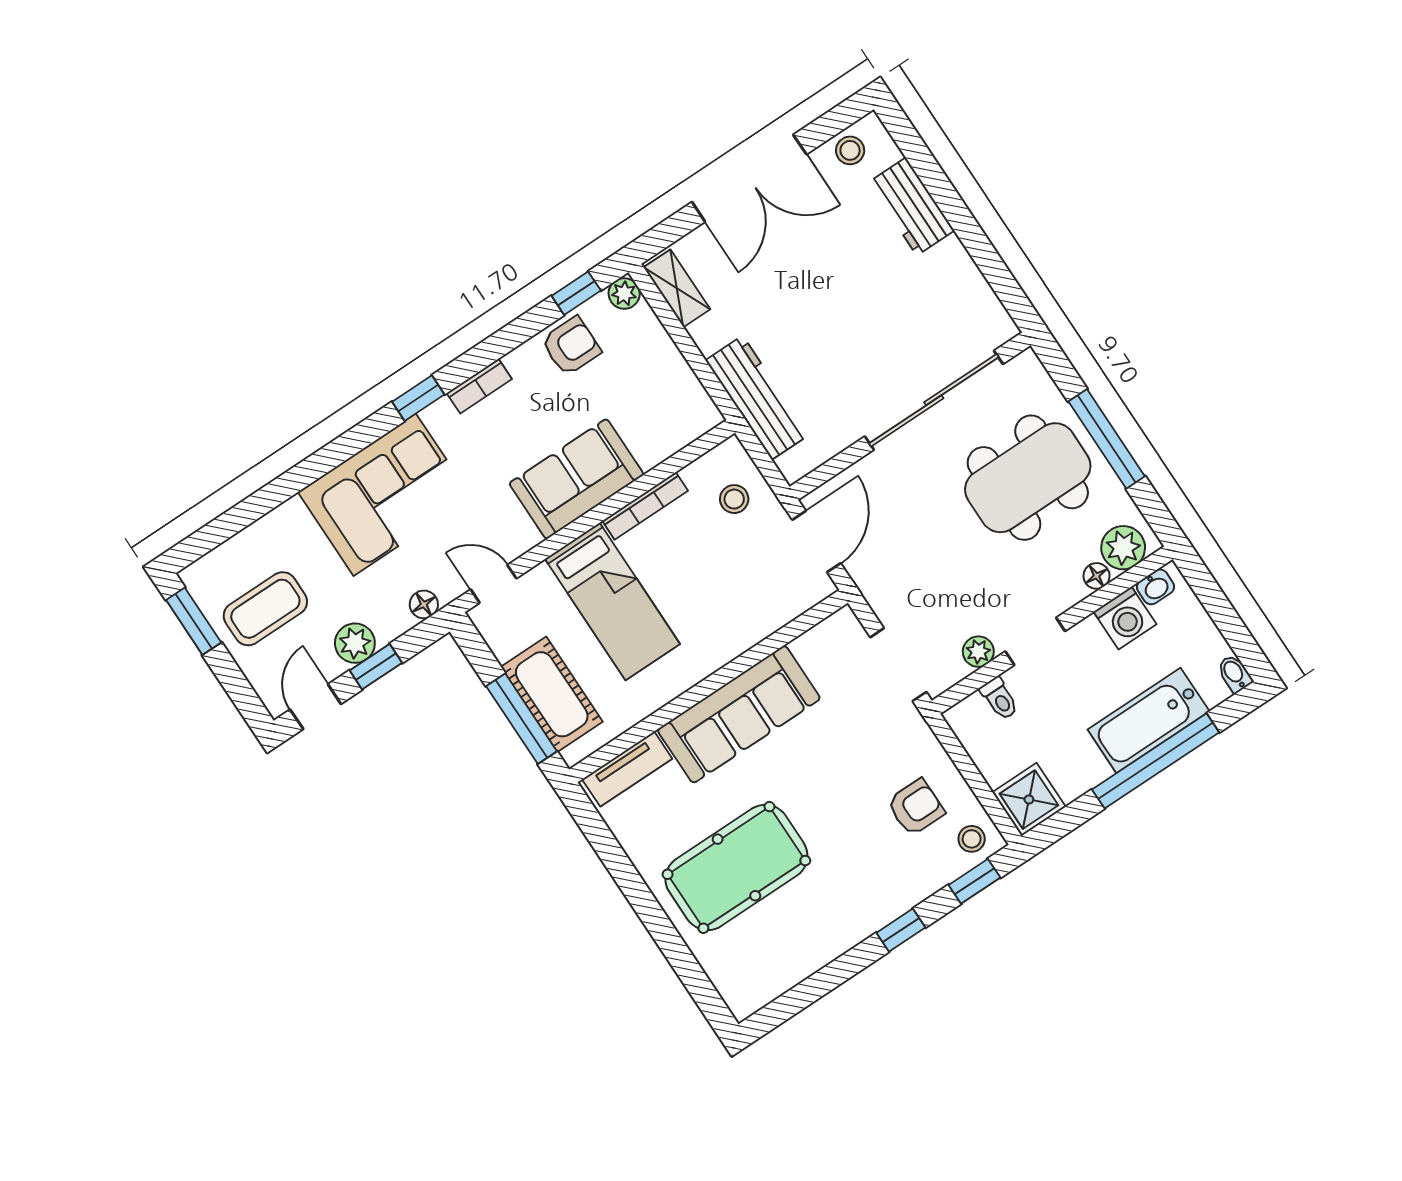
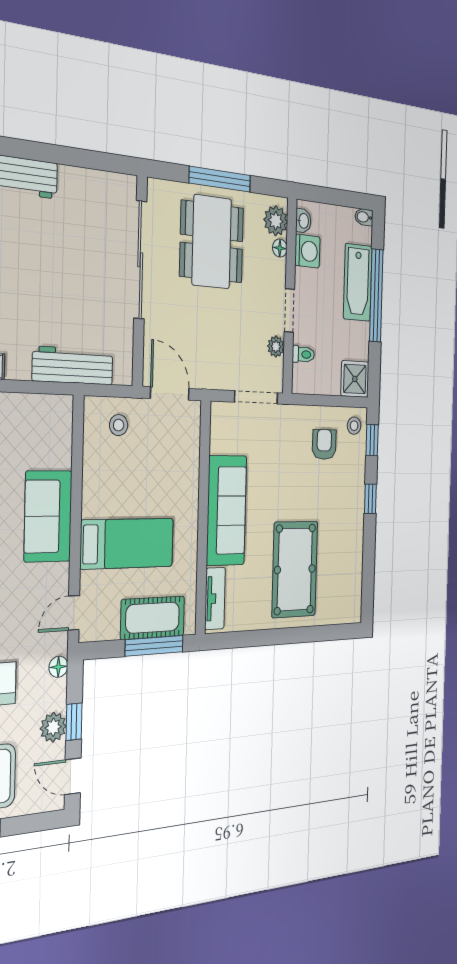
bookcase: (645, 506) -> (89, 484), removed

